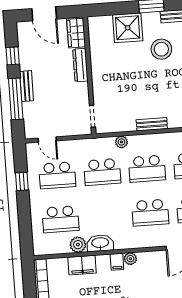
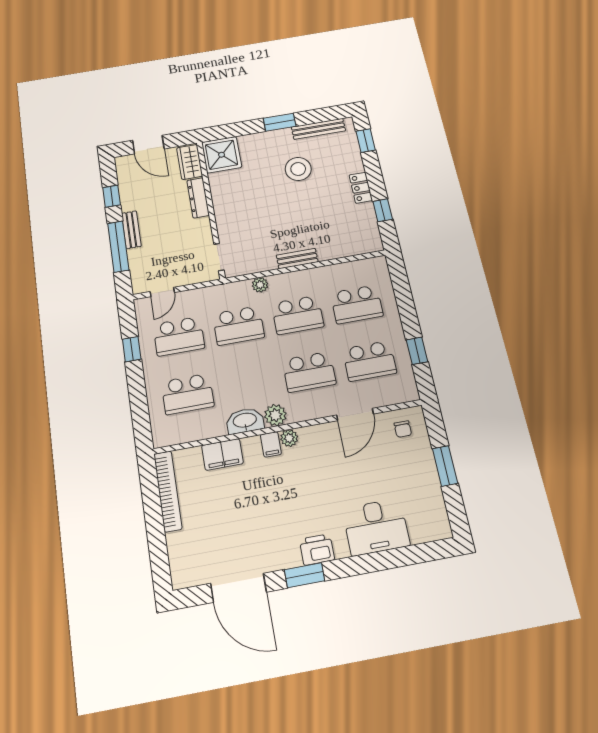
shower: (128, 28) -> (222, 155), moved
door: (47, 139) -> (162, 292), hinge flipped
plant: (78, 245) -> (275, 415), moved

